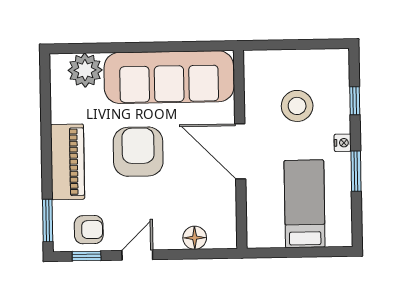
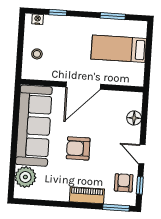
stool: (297, 106) -> (37, 54), moved, width x0.53, depth x0.53
nightstand: (343, 143) -> (38, 19), moved
armchair: (138, 152) -> (78, 148), width x0.73, depth x0.73
piano: (68, 162) -> (87, 195), width x0.73, depth x0.75
window: (356, 171) -> (113, 16), moved

